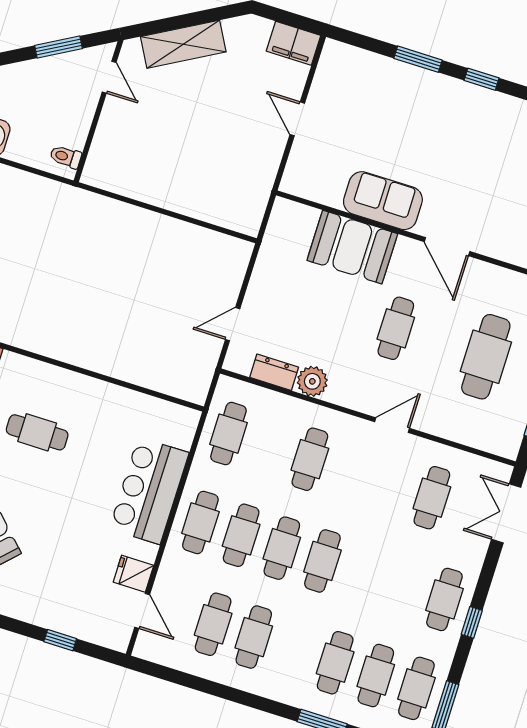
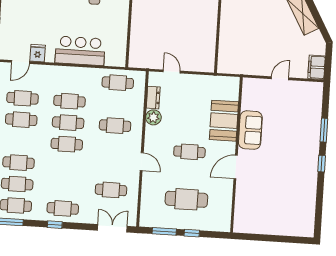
cafe table: (200, 522) -> (71, 80), removed

